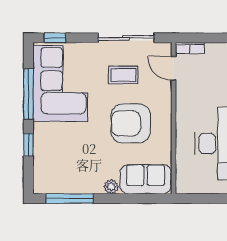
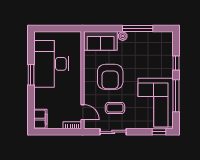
sliding door: (126, 38) -> (113, 132), width x0.73
armchair: (131, 123) -> (110, 77), turned 90
window: (70, 198) -> (138, 29), moved

